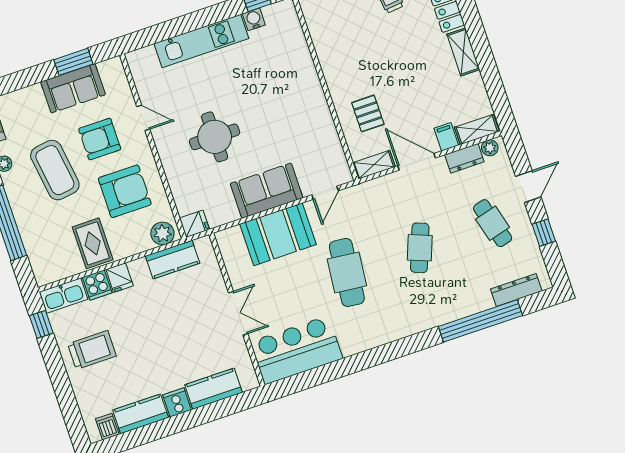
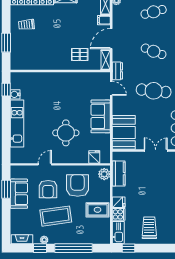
dresser: (464, 158) -> (117, 71), moved
fridge: (194, 224) -> (94, 157), moved
booth: (278, 234) -> (124, 132), moved

